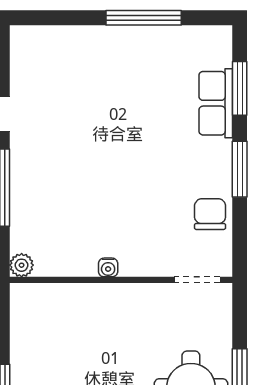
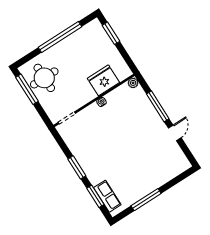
row of seats: (216, 103) -> (107, 196), moved
chair: (210, 214) -> (77, 144), removed
fridge: (77, 308) -> (103, 80), added

